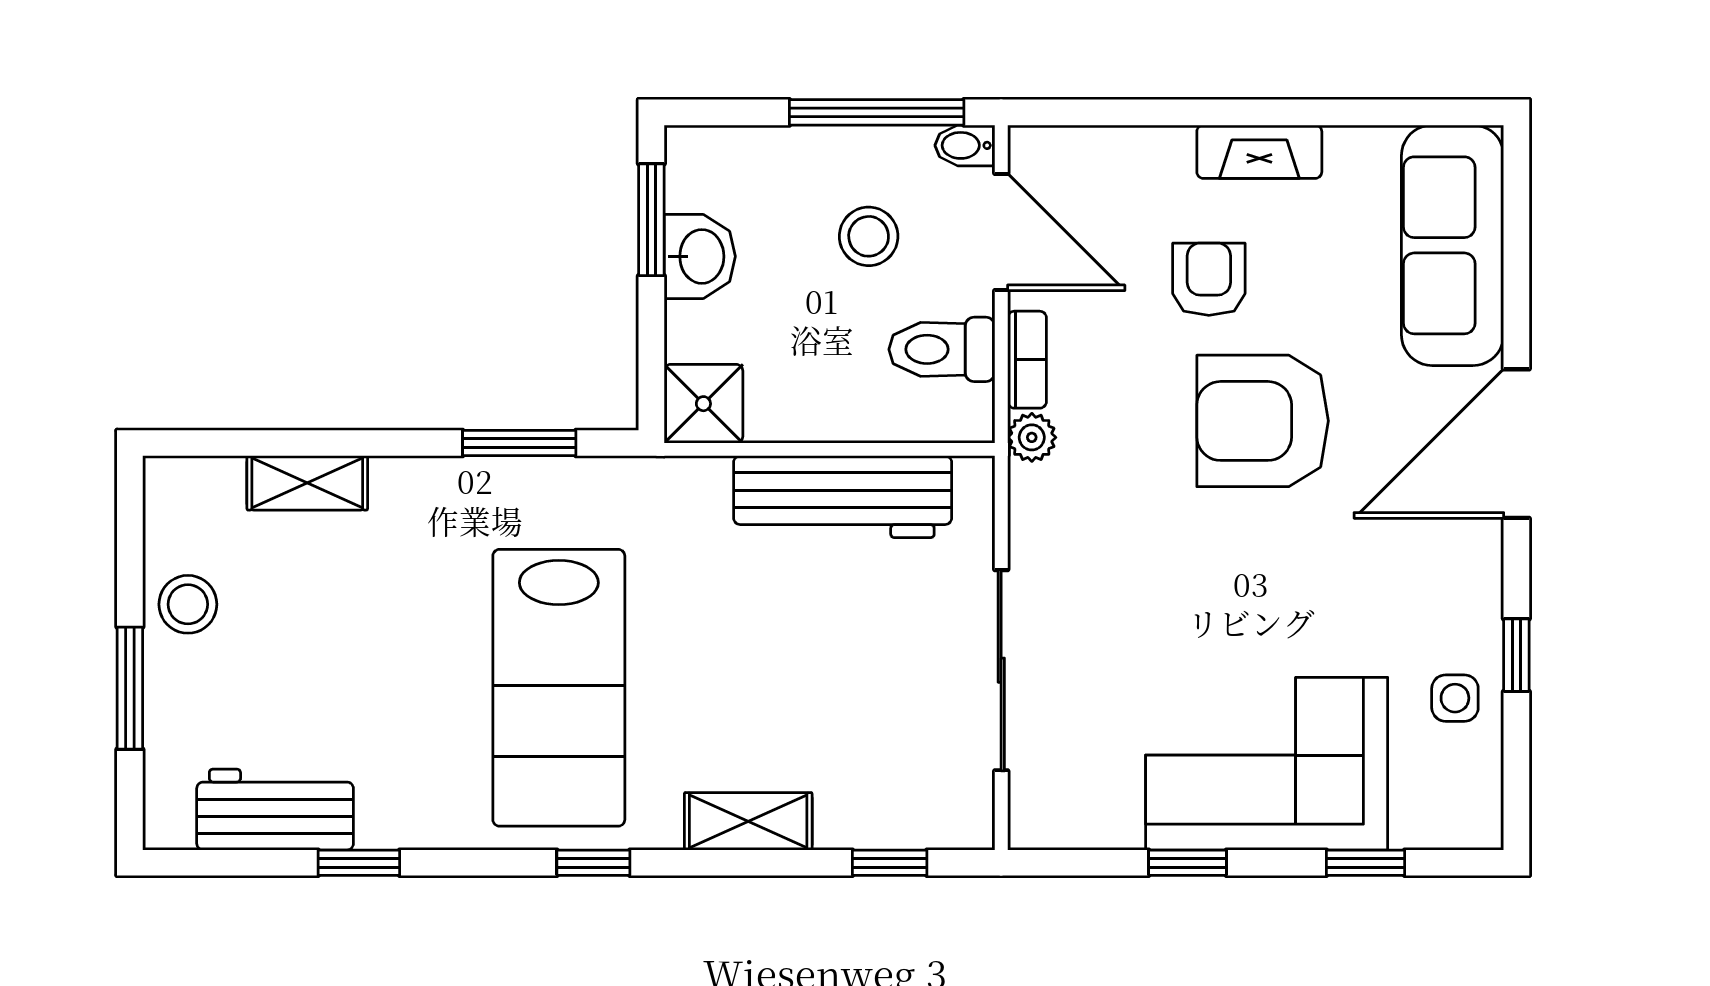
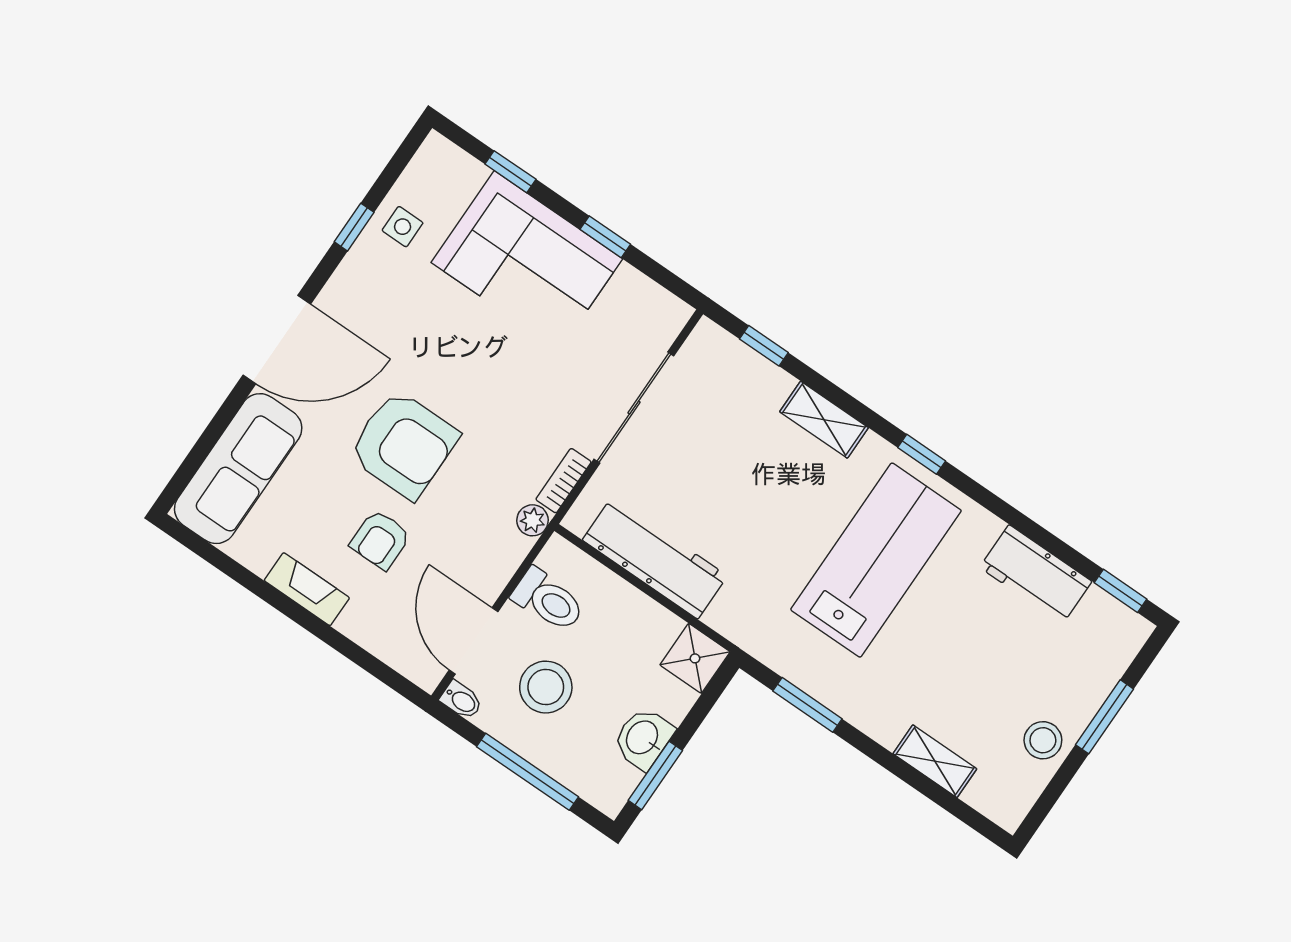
window: (877, 112) -> (528, 772), moved
stool: (869, 236) -> (546, 687), width x1.38, depth x1.38
bookcase: (1027, 360) -> (564, 481), moved
workbench: (275, 810) -> (1036, 574), moved
window: (359, 863) -> (1120, 591), moved

